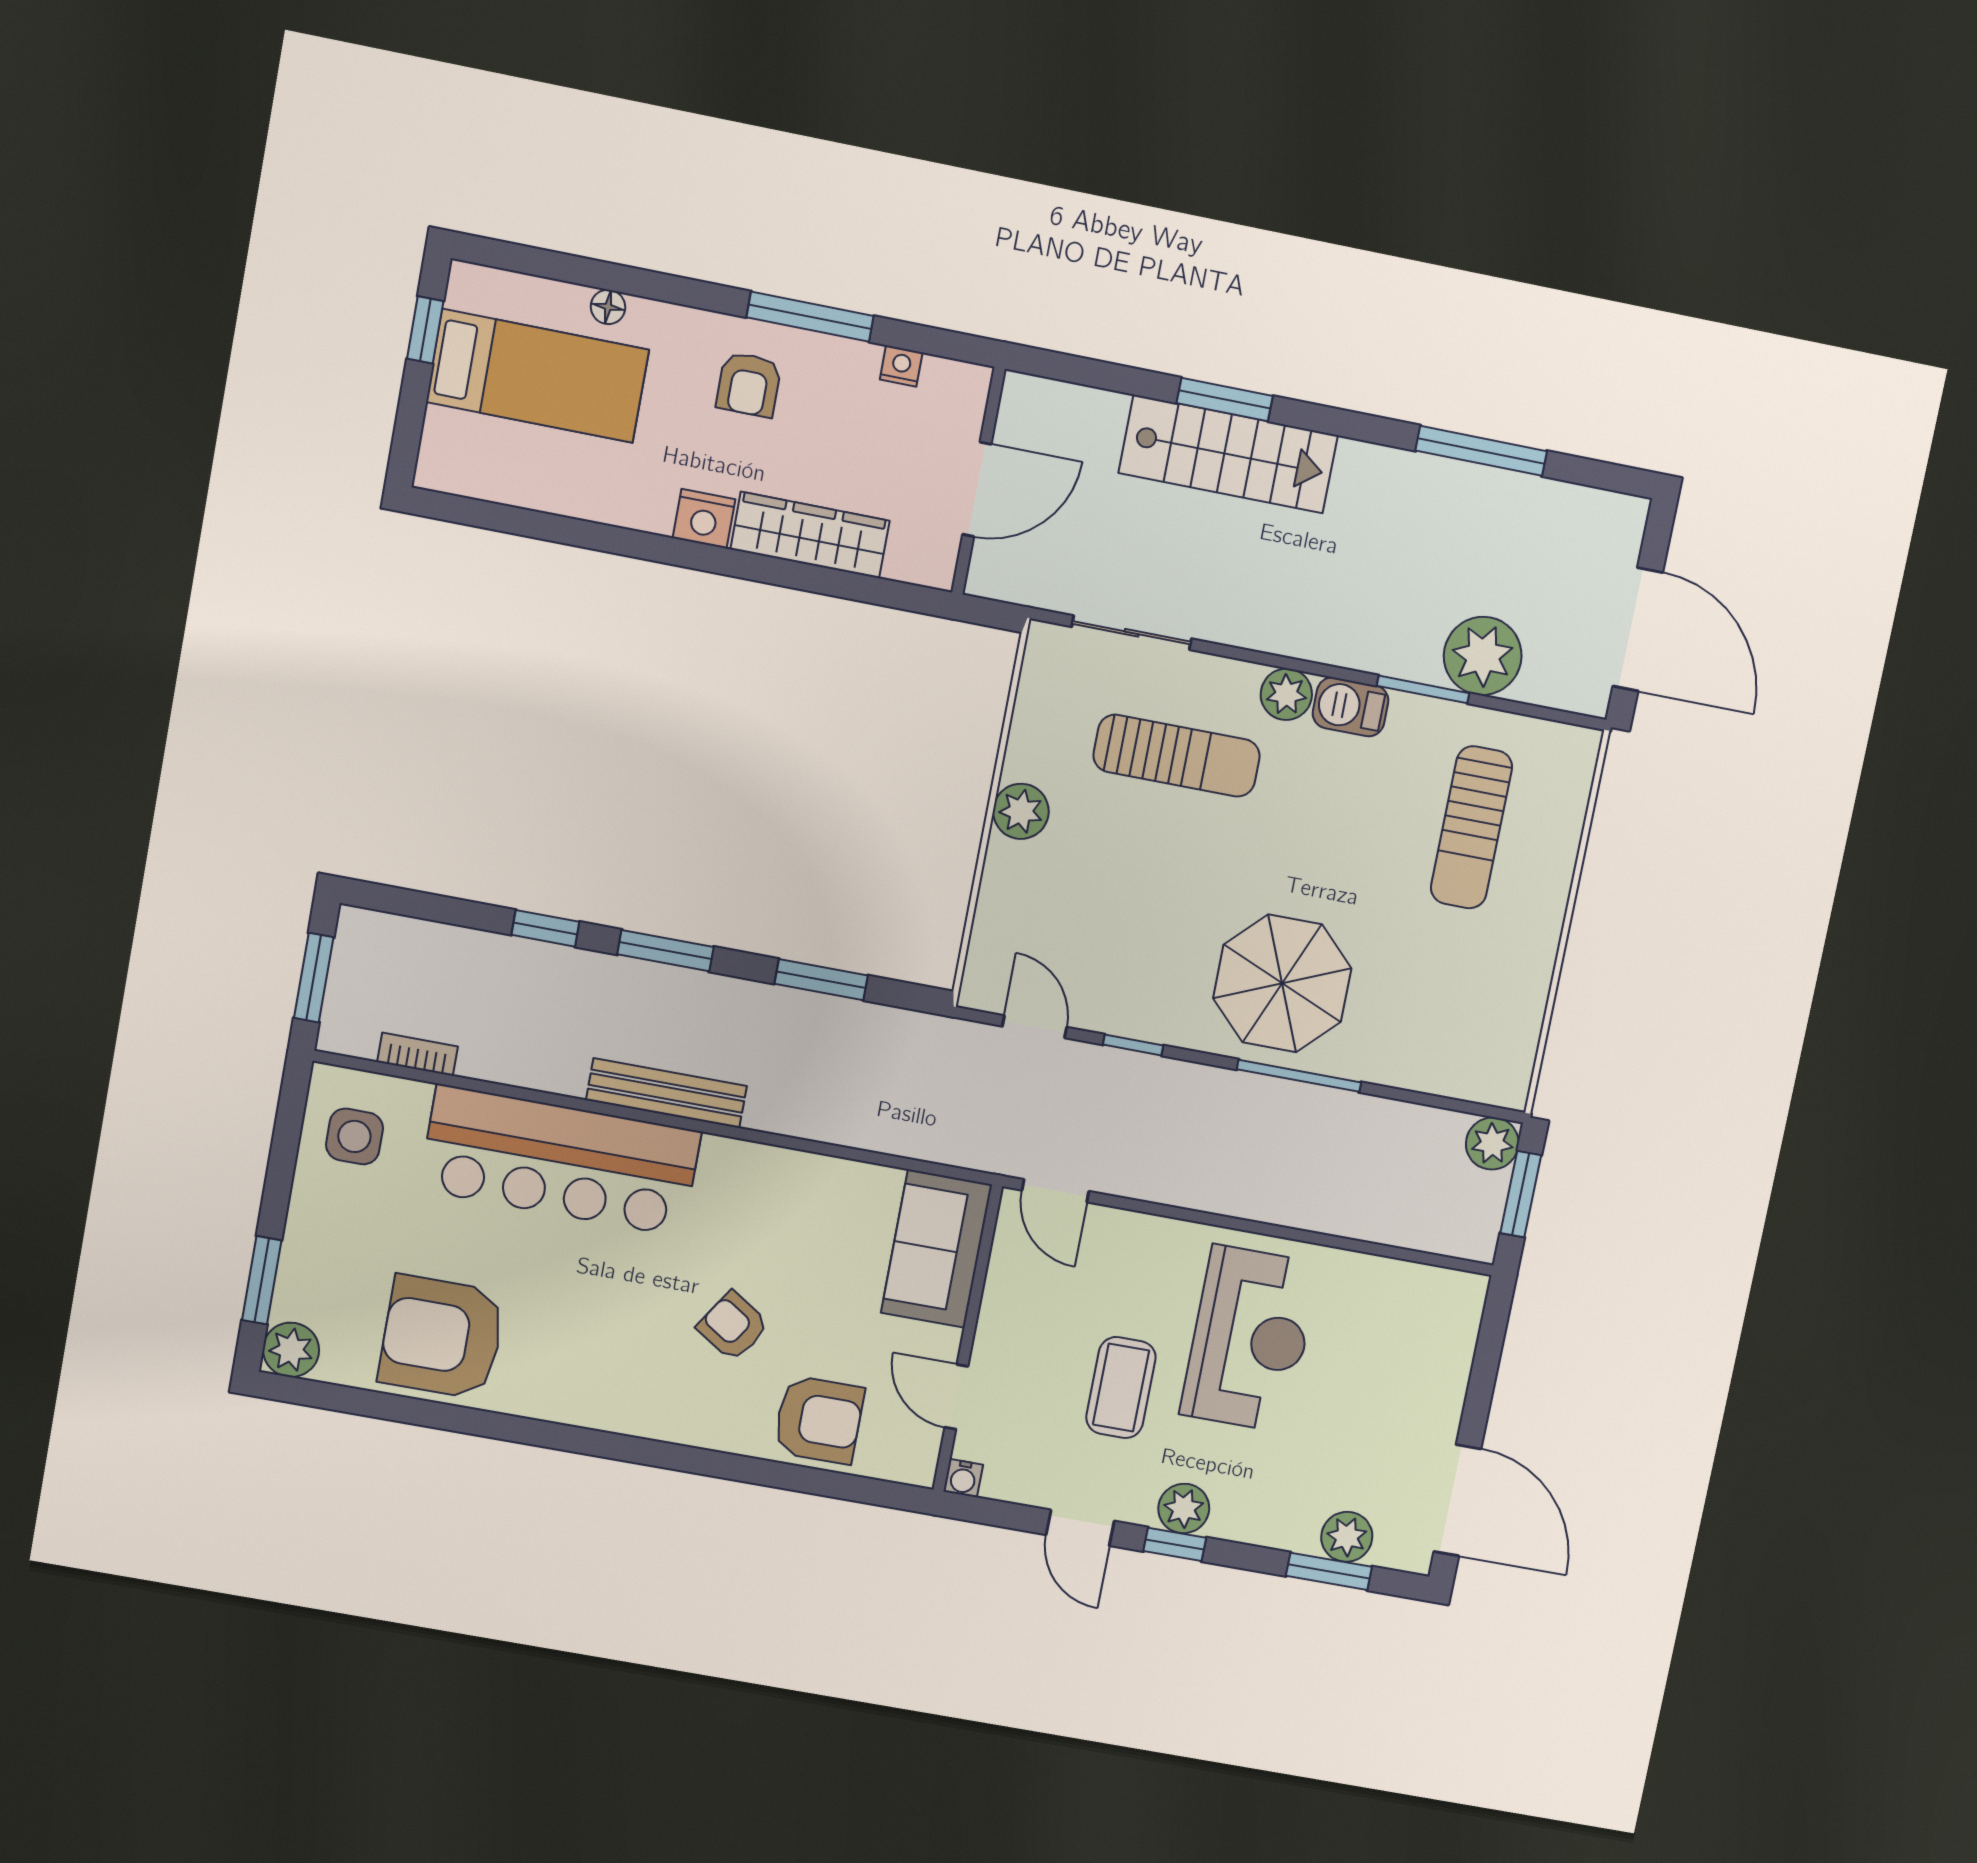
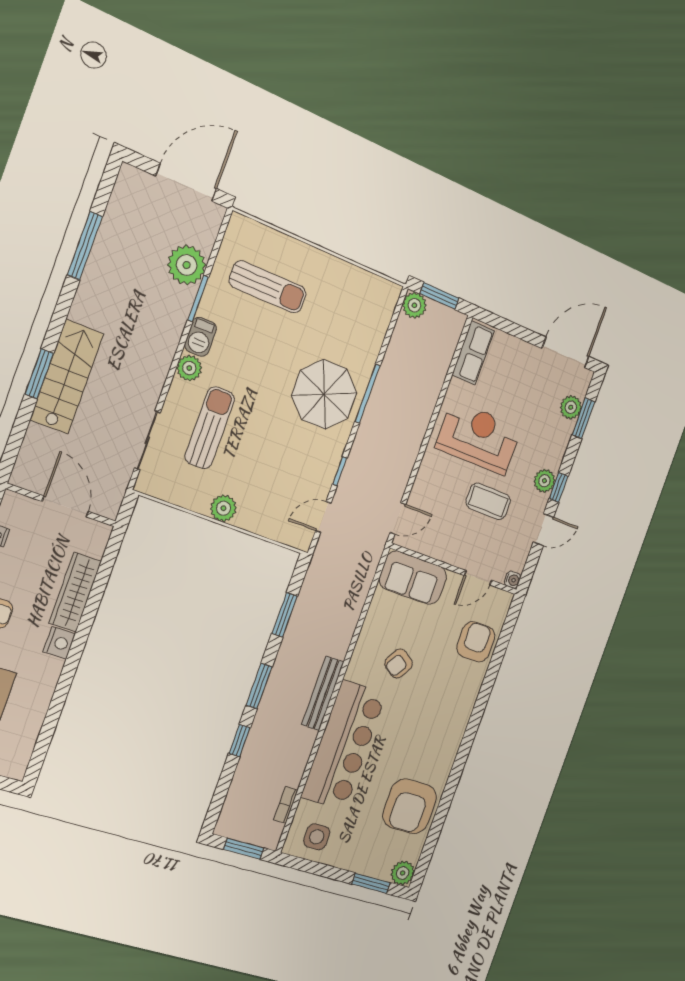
row of seats: (1420, 1291) -> (473, 353), added
armchair: (733, 1326) -> (399, 663), moved

